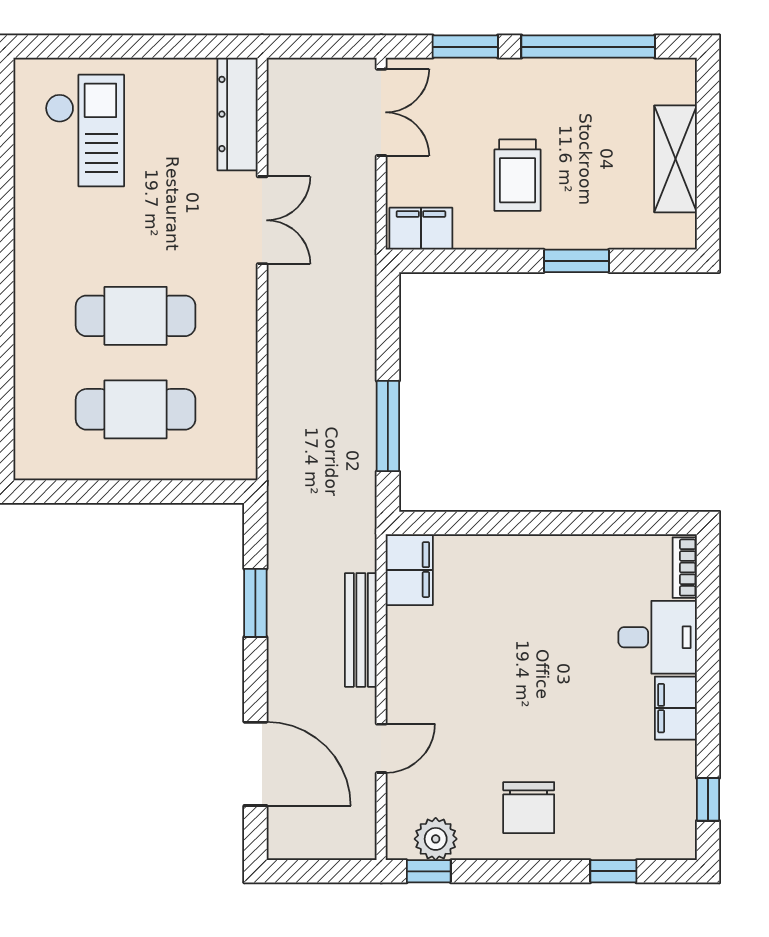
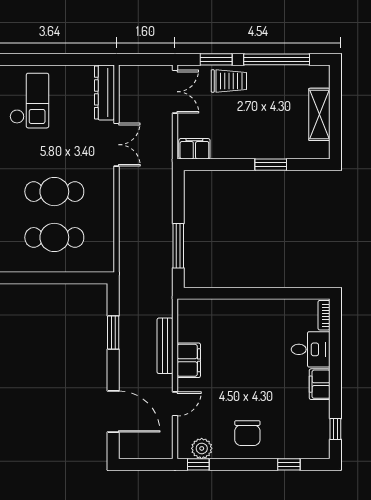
trolley: (517, 175) -> (229, 81), moved, turned -90
filing cabinet: (409, 570) -> (189, 360), moved

